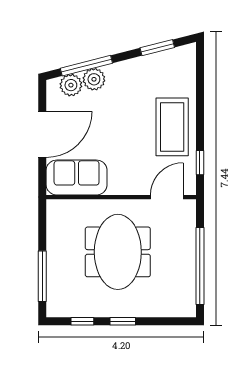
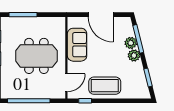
plant: (71, 85) -> (134, 55), moved
sofa: (77, 178) -> (77, 45), moved
door: (167, 197) -> (66, 83), hinge flipped

